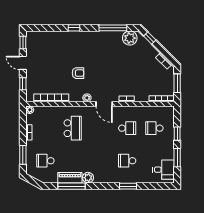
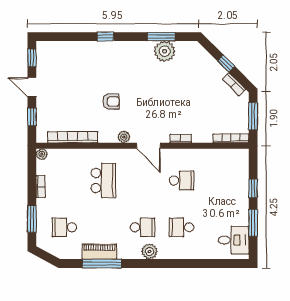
window: (113, 28) -> (161, 37), width x0.69
plant: (130, 38) -> (165, 51), moved
window: (150, 38) -> (226, 64), moved
school desk: (154, 128) -> (143, 227), moved, turned 180
plant: (88, 178) -> (149, 251), moved
window: (128, 186) -> (183, 264), removed

